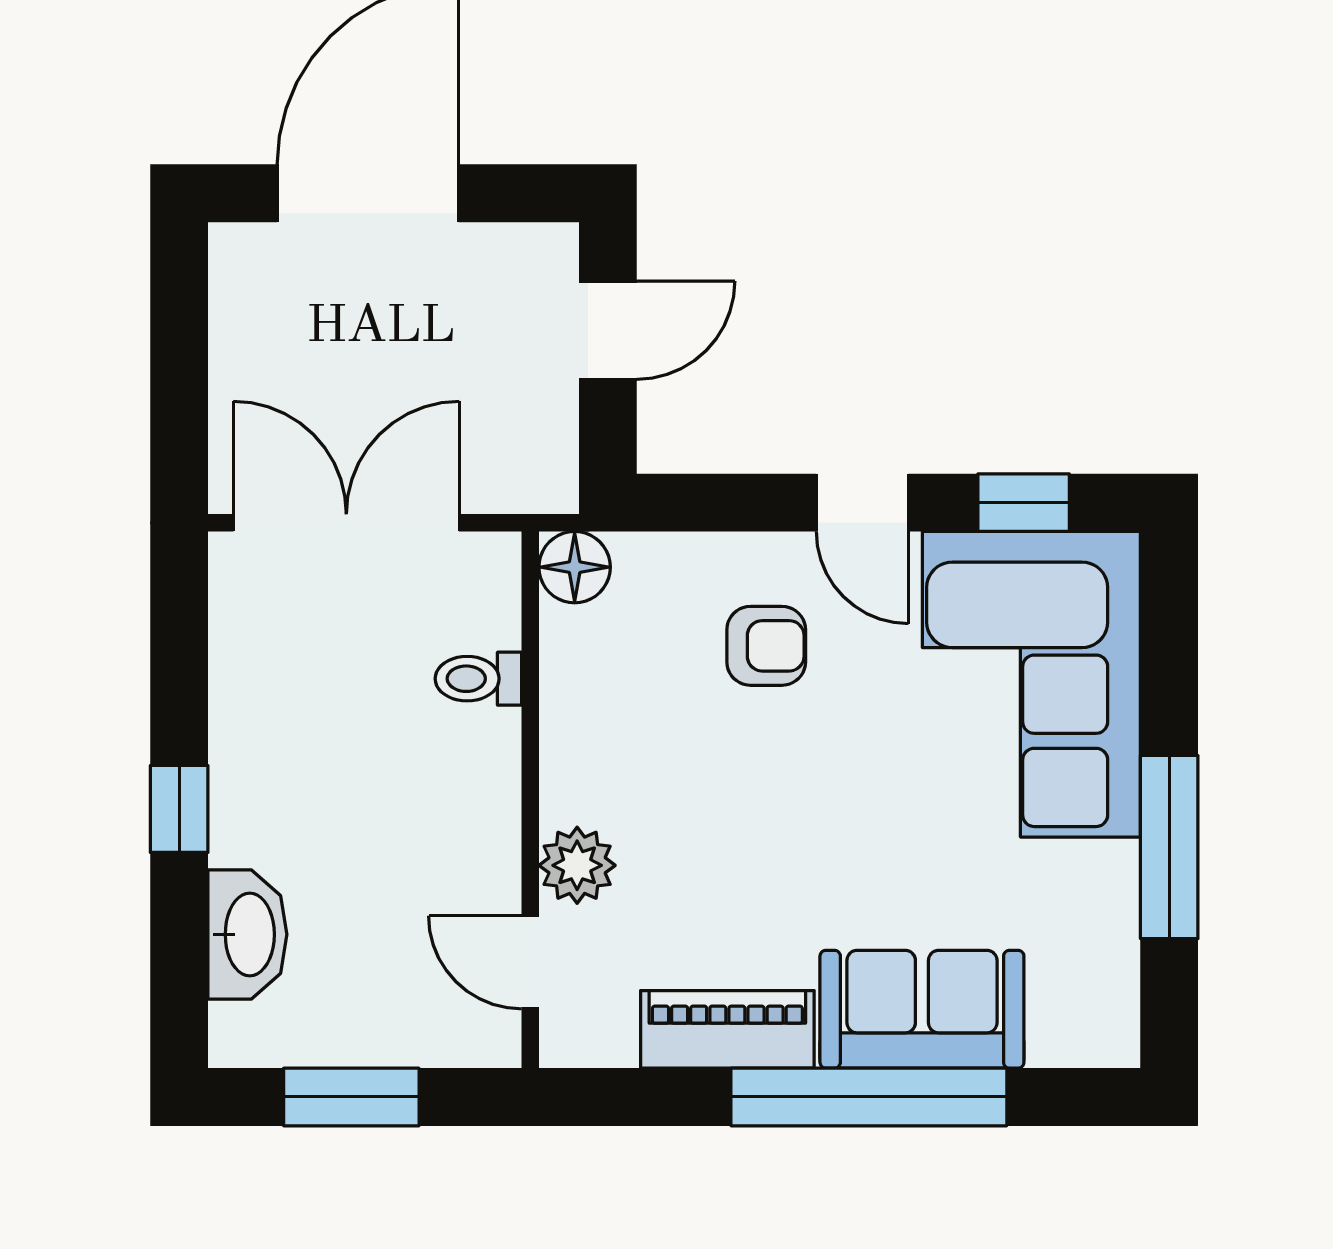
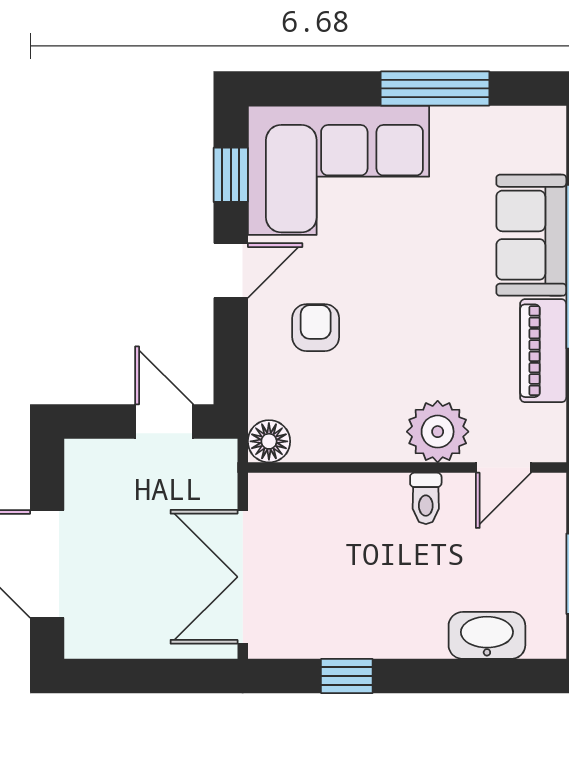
door: (608, 330) -> (164, 422), moved
toilet: (478, 679) -> (426, 498), moved
window: (179, 809) -> (347, 676), moved
plant: (577, 865) -> (438, 432), width x1.36, depth x1.36

